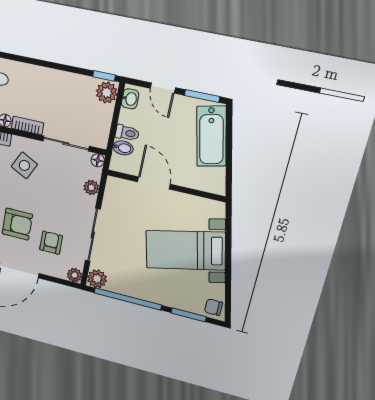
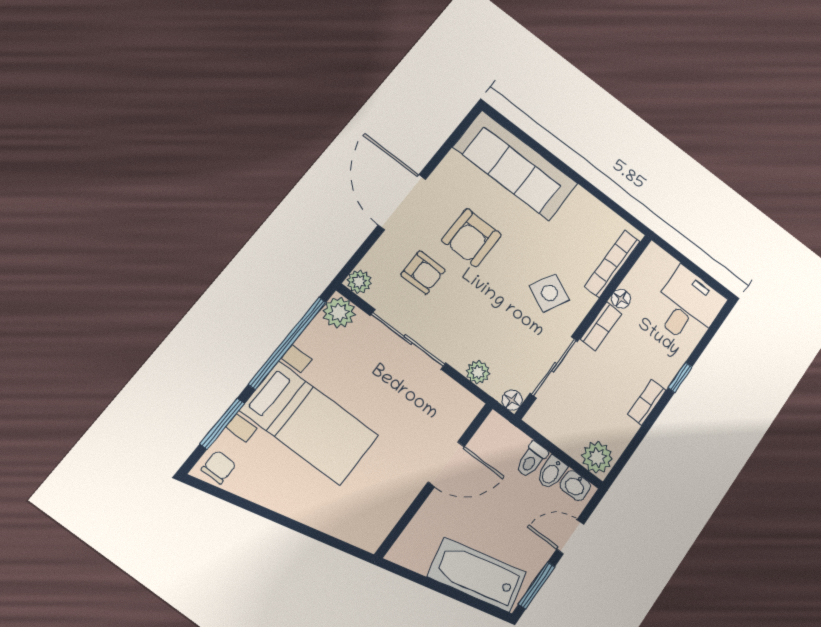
bookcase: (58, 76) -> (647, 402), added
window: (104, 76) -> (680, 377), moved
bidet: (123, 148) -> (551, 472), moved
bed with nightstands: (185, 250) -> (309, 423), moved, turned 103

